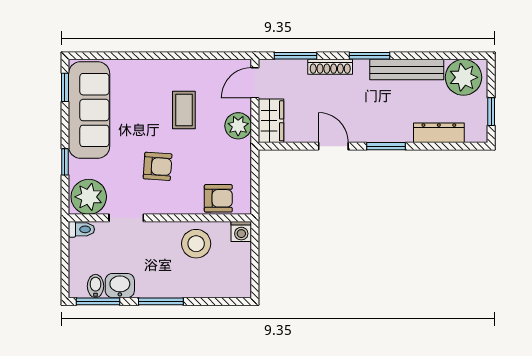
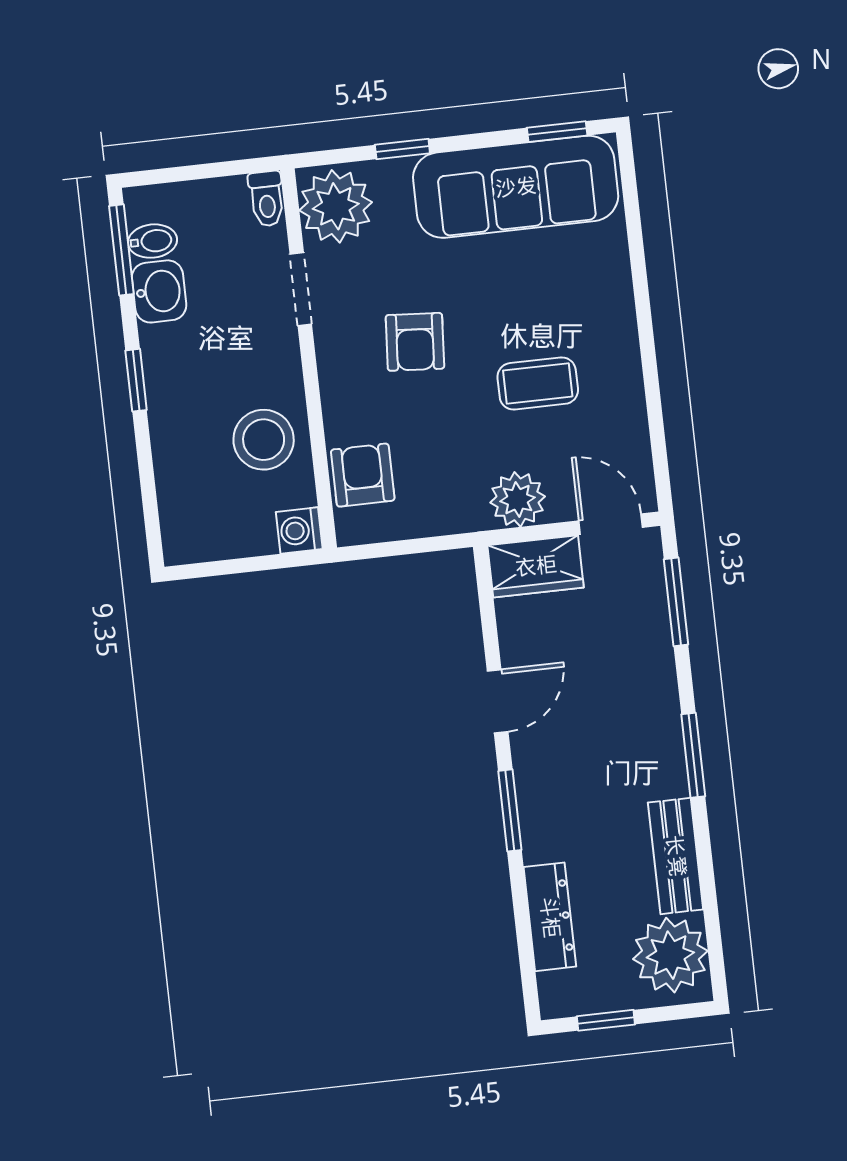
shoe rack: (330, 67) -> (661, 676), removed
bench: (407, 70) -> (676, 856), width x0.73
armchair: (218, 198) -> (363, 475), turned 180
window: (161, 301) -> (136, 380), width x0.67

